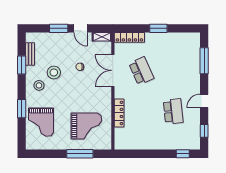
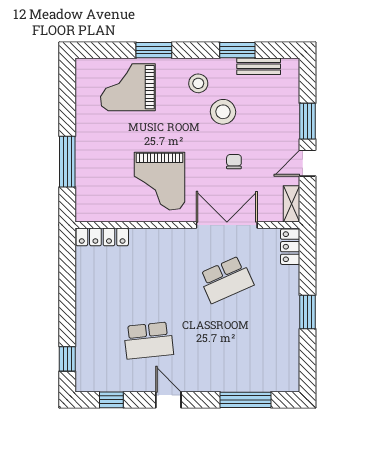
locker: (129, 37) -> (290, 247), width x0.66
locker: (119, 113) -> (102, 237), moved
grand piano: (86, 126) -> (160, 181), moved

